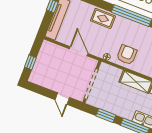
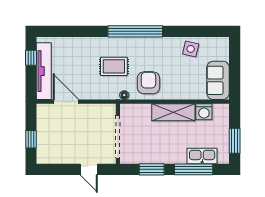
rug: (103, 18) -> (114, 66), moved
door: (79, 51) -> (66, 102), moved

